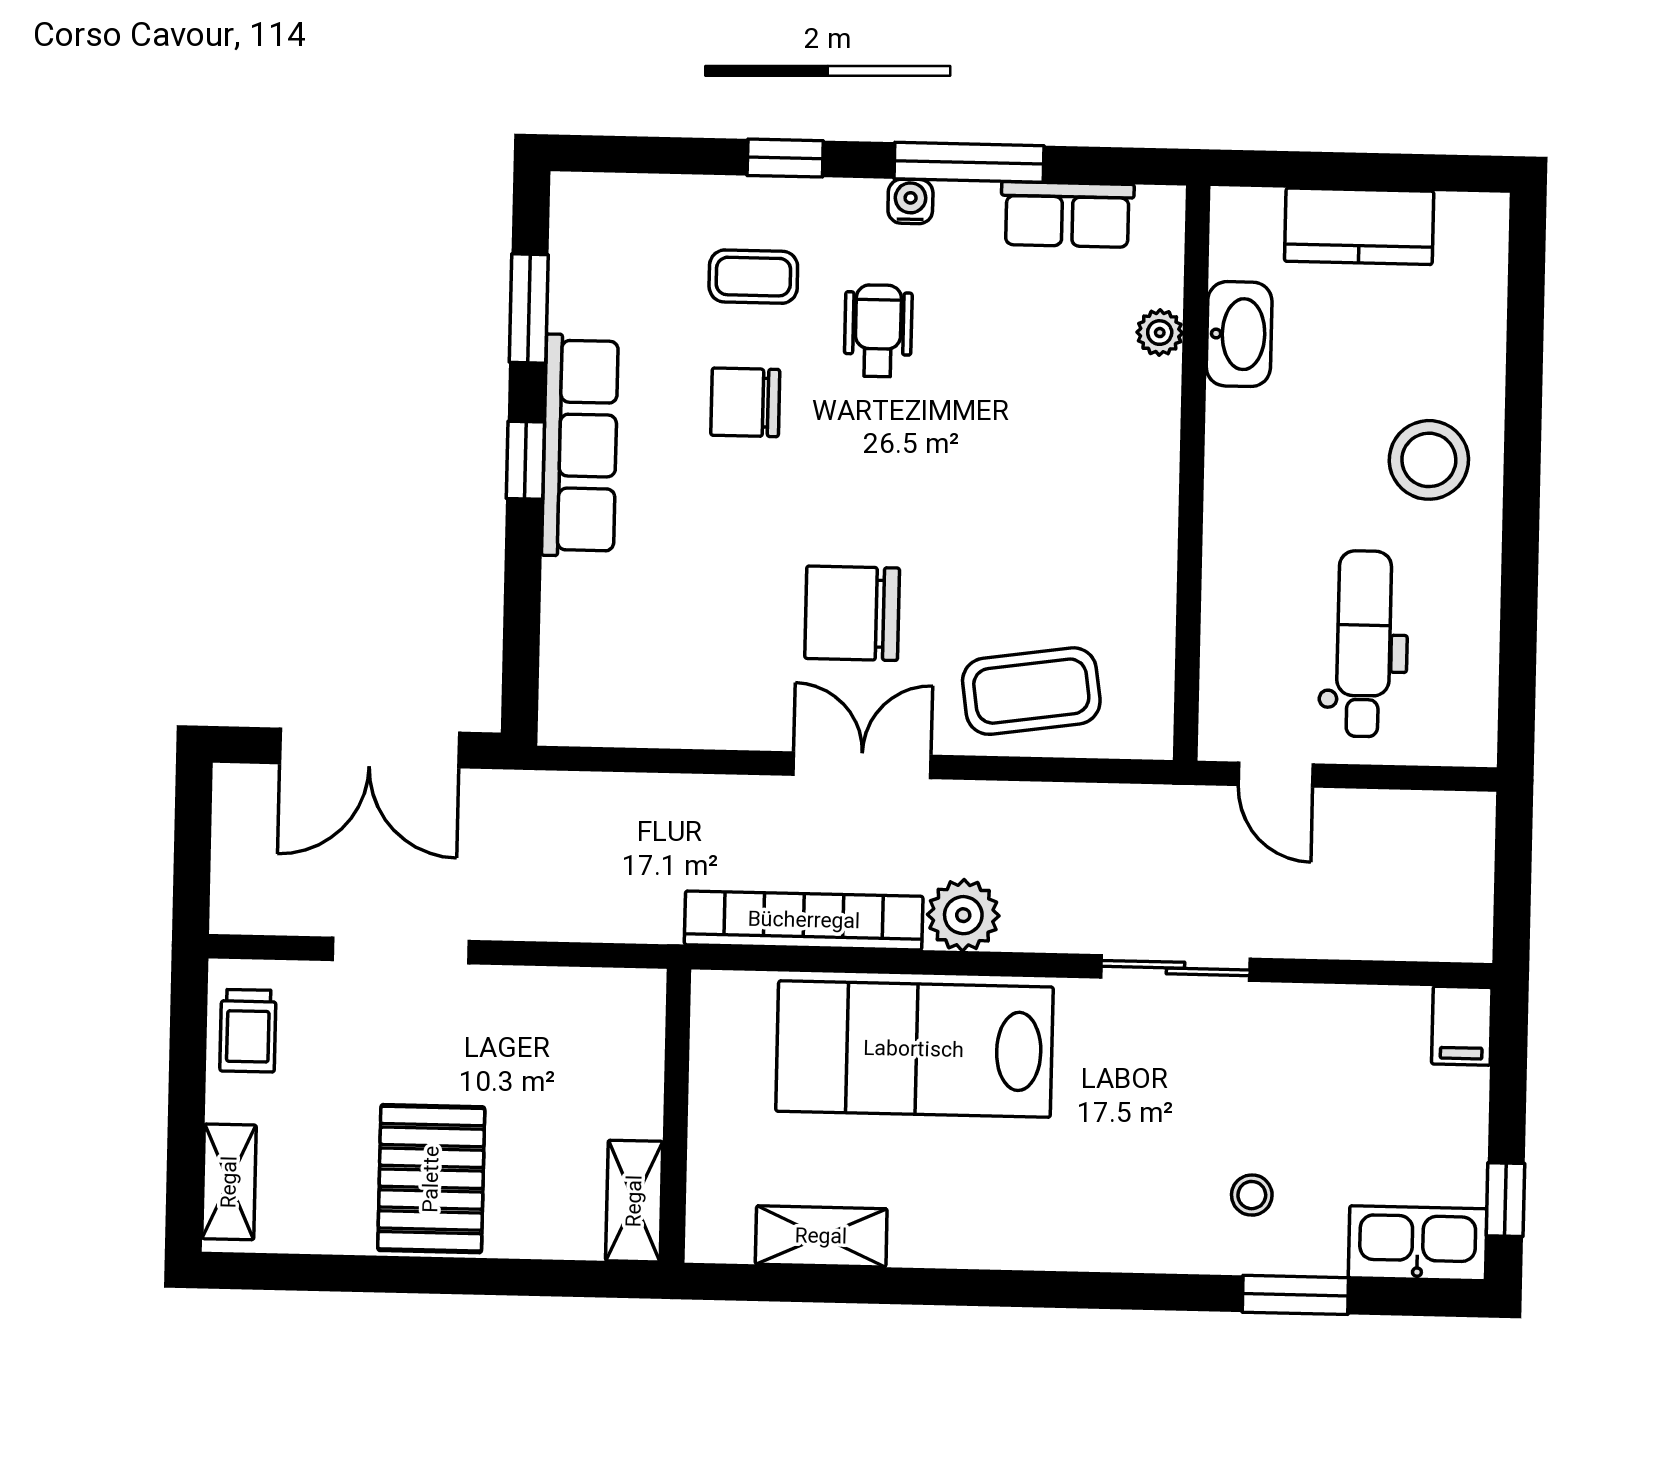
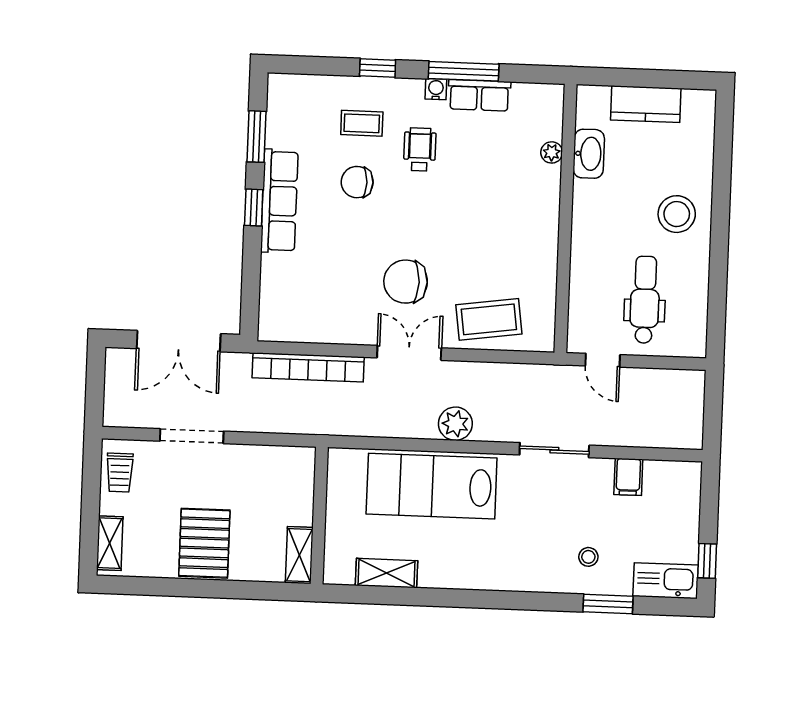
row of seats: (1067, 214) -> (479, 95), moved
bookcase: (804, 920) -> (308, 367), moved, turned 180
filing cabinet: (1462, 1026) -> (628, 477), moved

